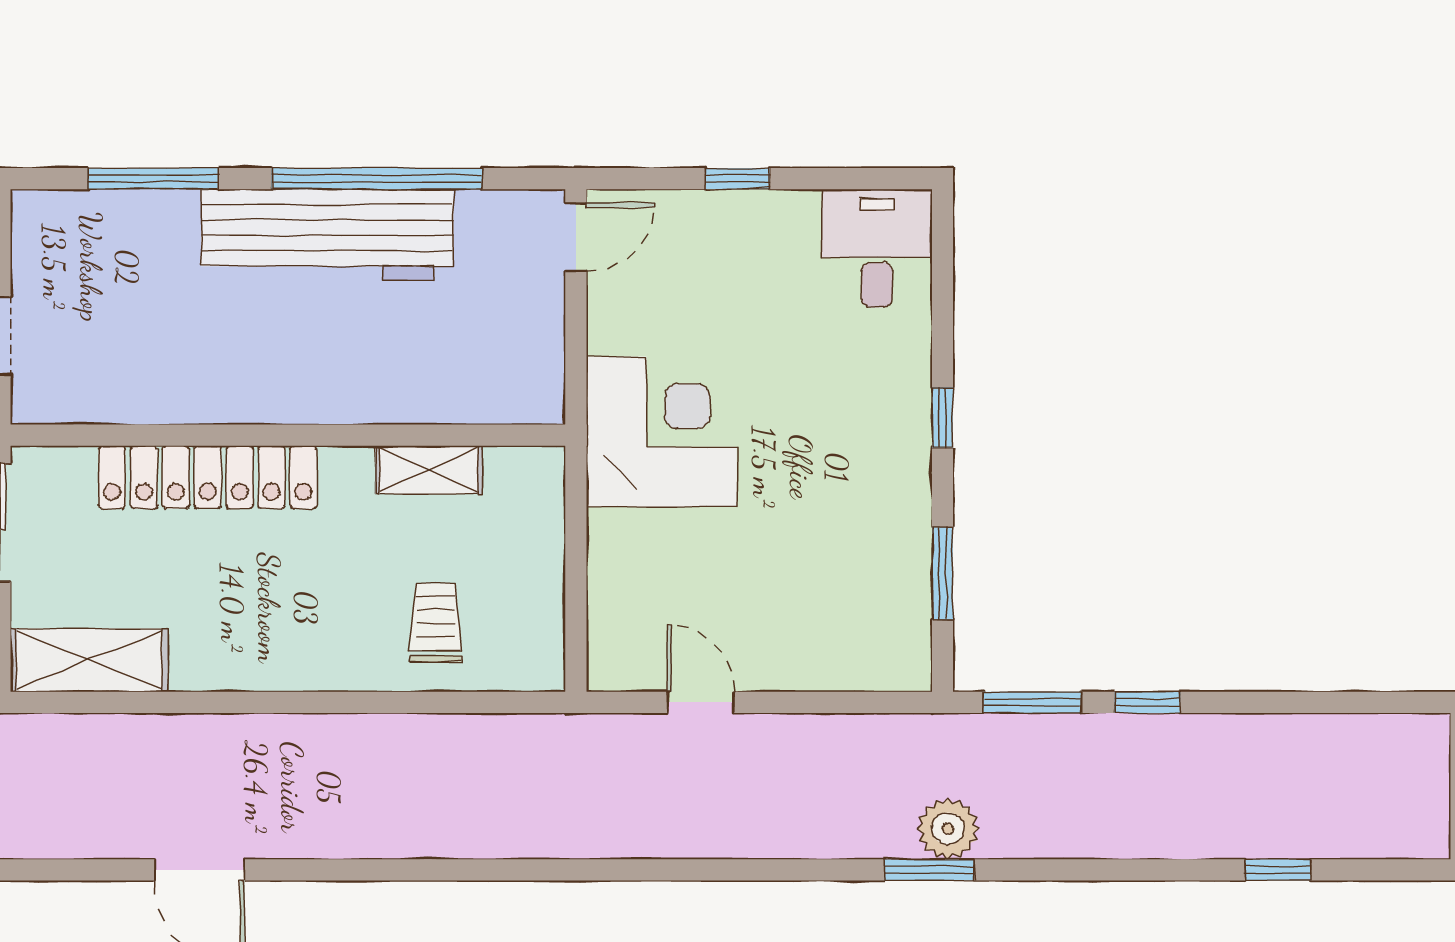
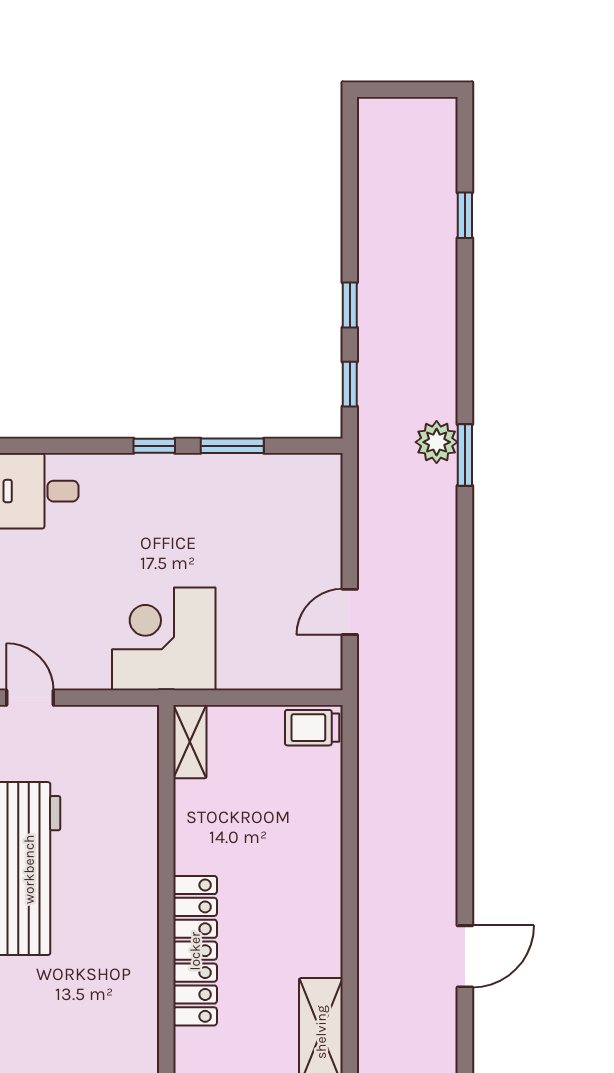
shelving: (429, 470) -> (190, 742), moved
window: (943, 573) -> (232, 446), moved
trolley: (436, 623) -> (312, 728), moved
window: (1032, 702) -> (350, 384), width x0.67

